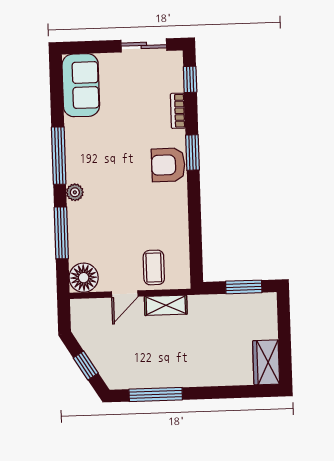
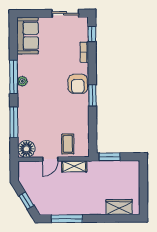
window: (192, 153) -> (92, 95), moved
armchair: (168, 165) -> (78, 84), turned -90
plant: (75, 192) -> (22, 81), moved
window: (244, 287) -> (110, 157), moved
wardrobe: (266, 362) -> (119, 207), moved, turned 90

